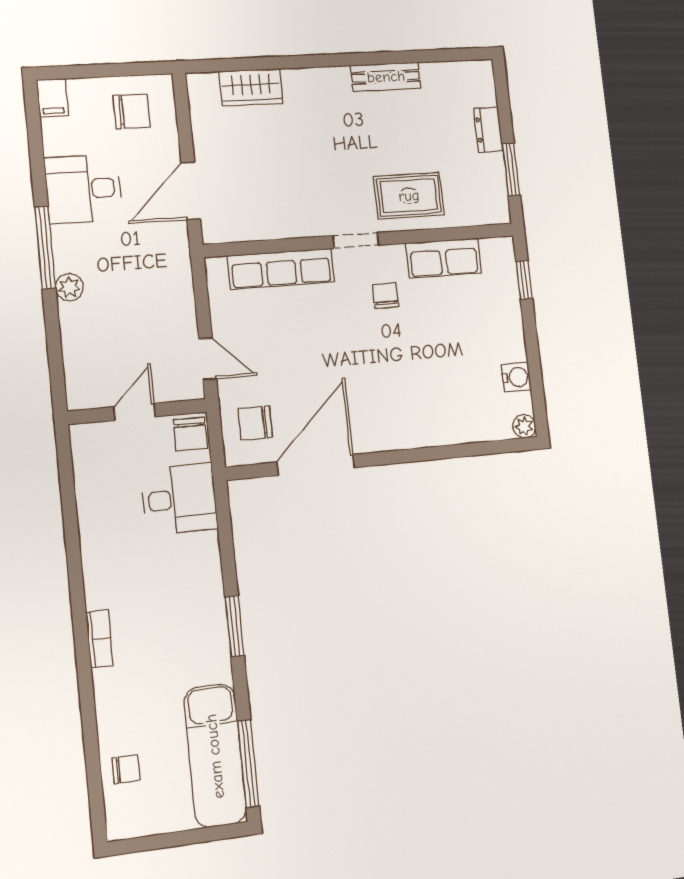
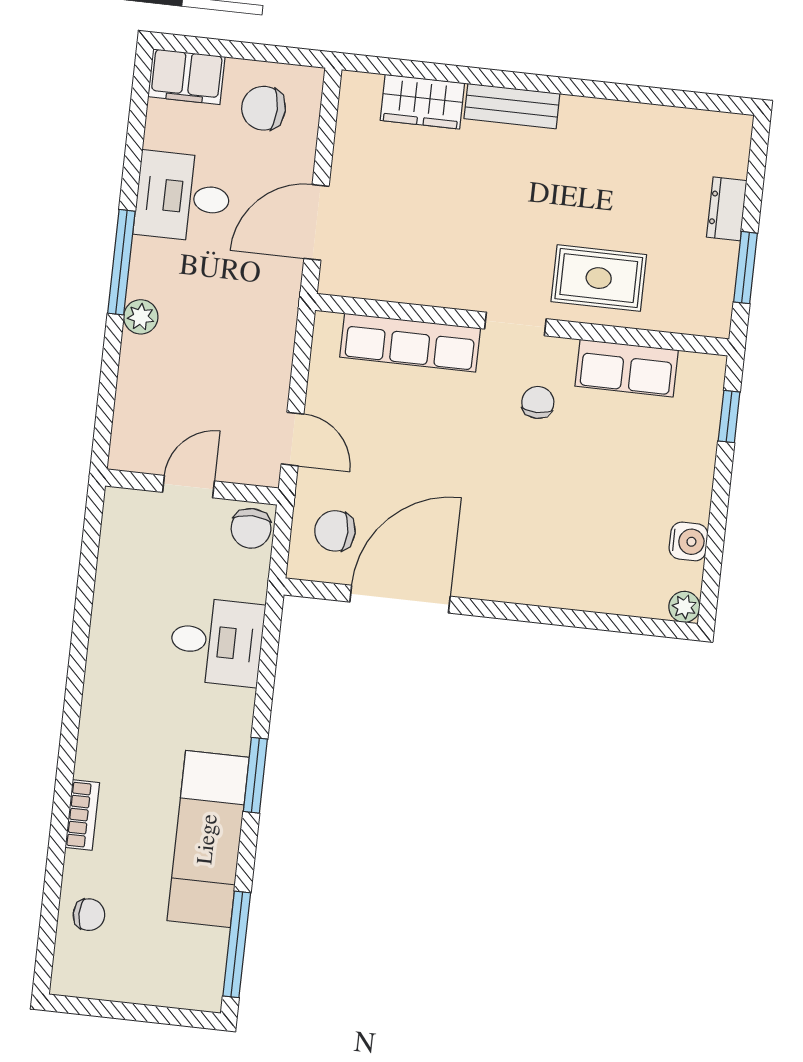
bench: (386, 77) -> (512, 106), moved
filing cabinet: (52, 98) -> (186, 77), width x2.00
chair: (132, 111) -> (264, 108), turned 180
desk: (179, 499) -> (217, 642), moved
bookcase: (99, 639) -> (82, 815), moved
exam couch: (215, 756) -> (208, 839), moved

